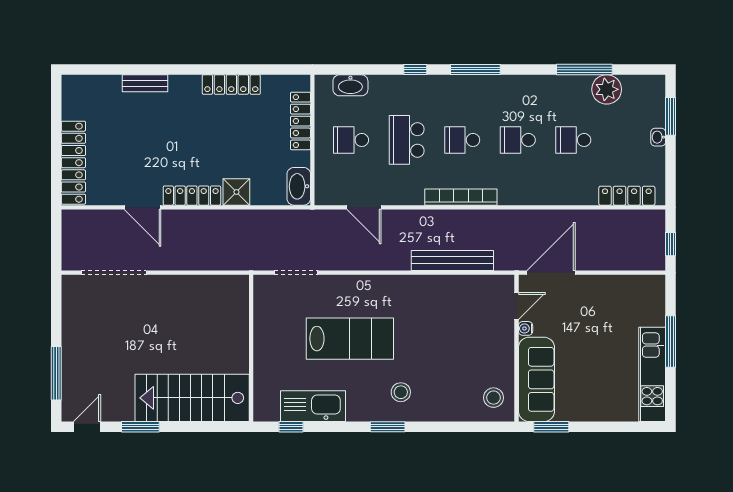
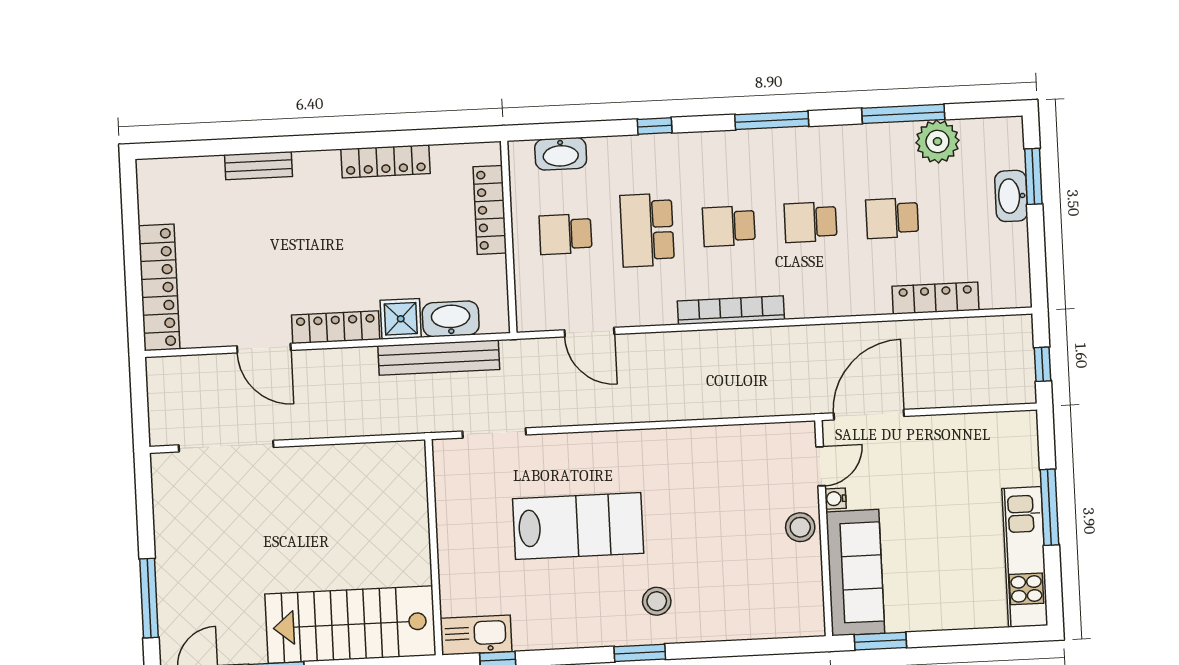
window: (475, 70) -> (772, 120), moved
washbasin: (658, 137) -> (1011, 196), width x1.91, depth x1.45
washbasin: (299, 186) -> (451, 319), moved, turned 90
locker: (627, 196) -> (936, 298), moved
bench: (452, 260) -> (439, 358), moved
stool: (494, 398) -> (800, 527), moved
kitchen sink: (313, 406) -> (476, 635), moved, width x0.73, depth x0.81

